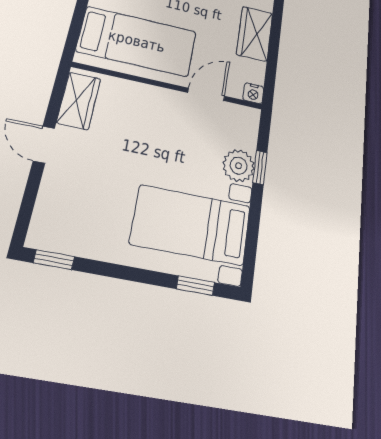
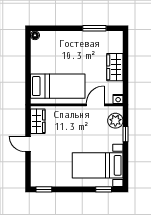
plant: (239, 166) -> (115, 121), moved

